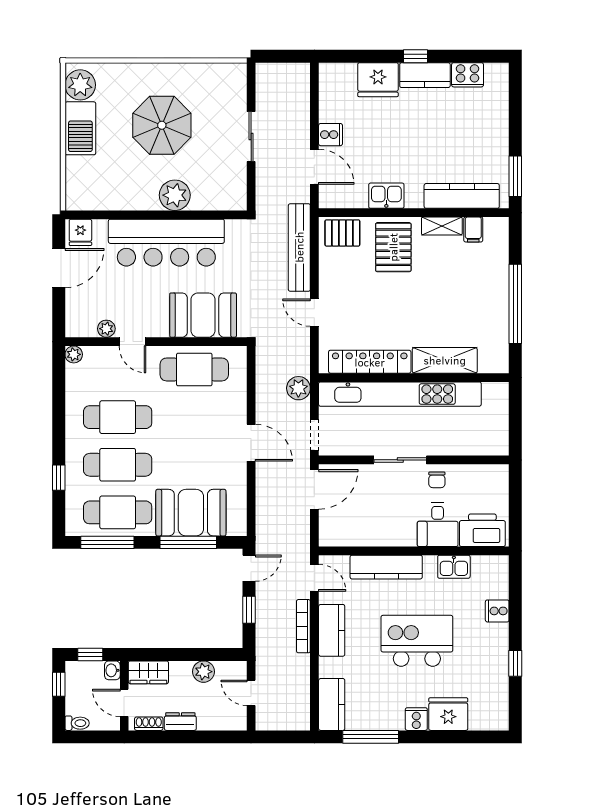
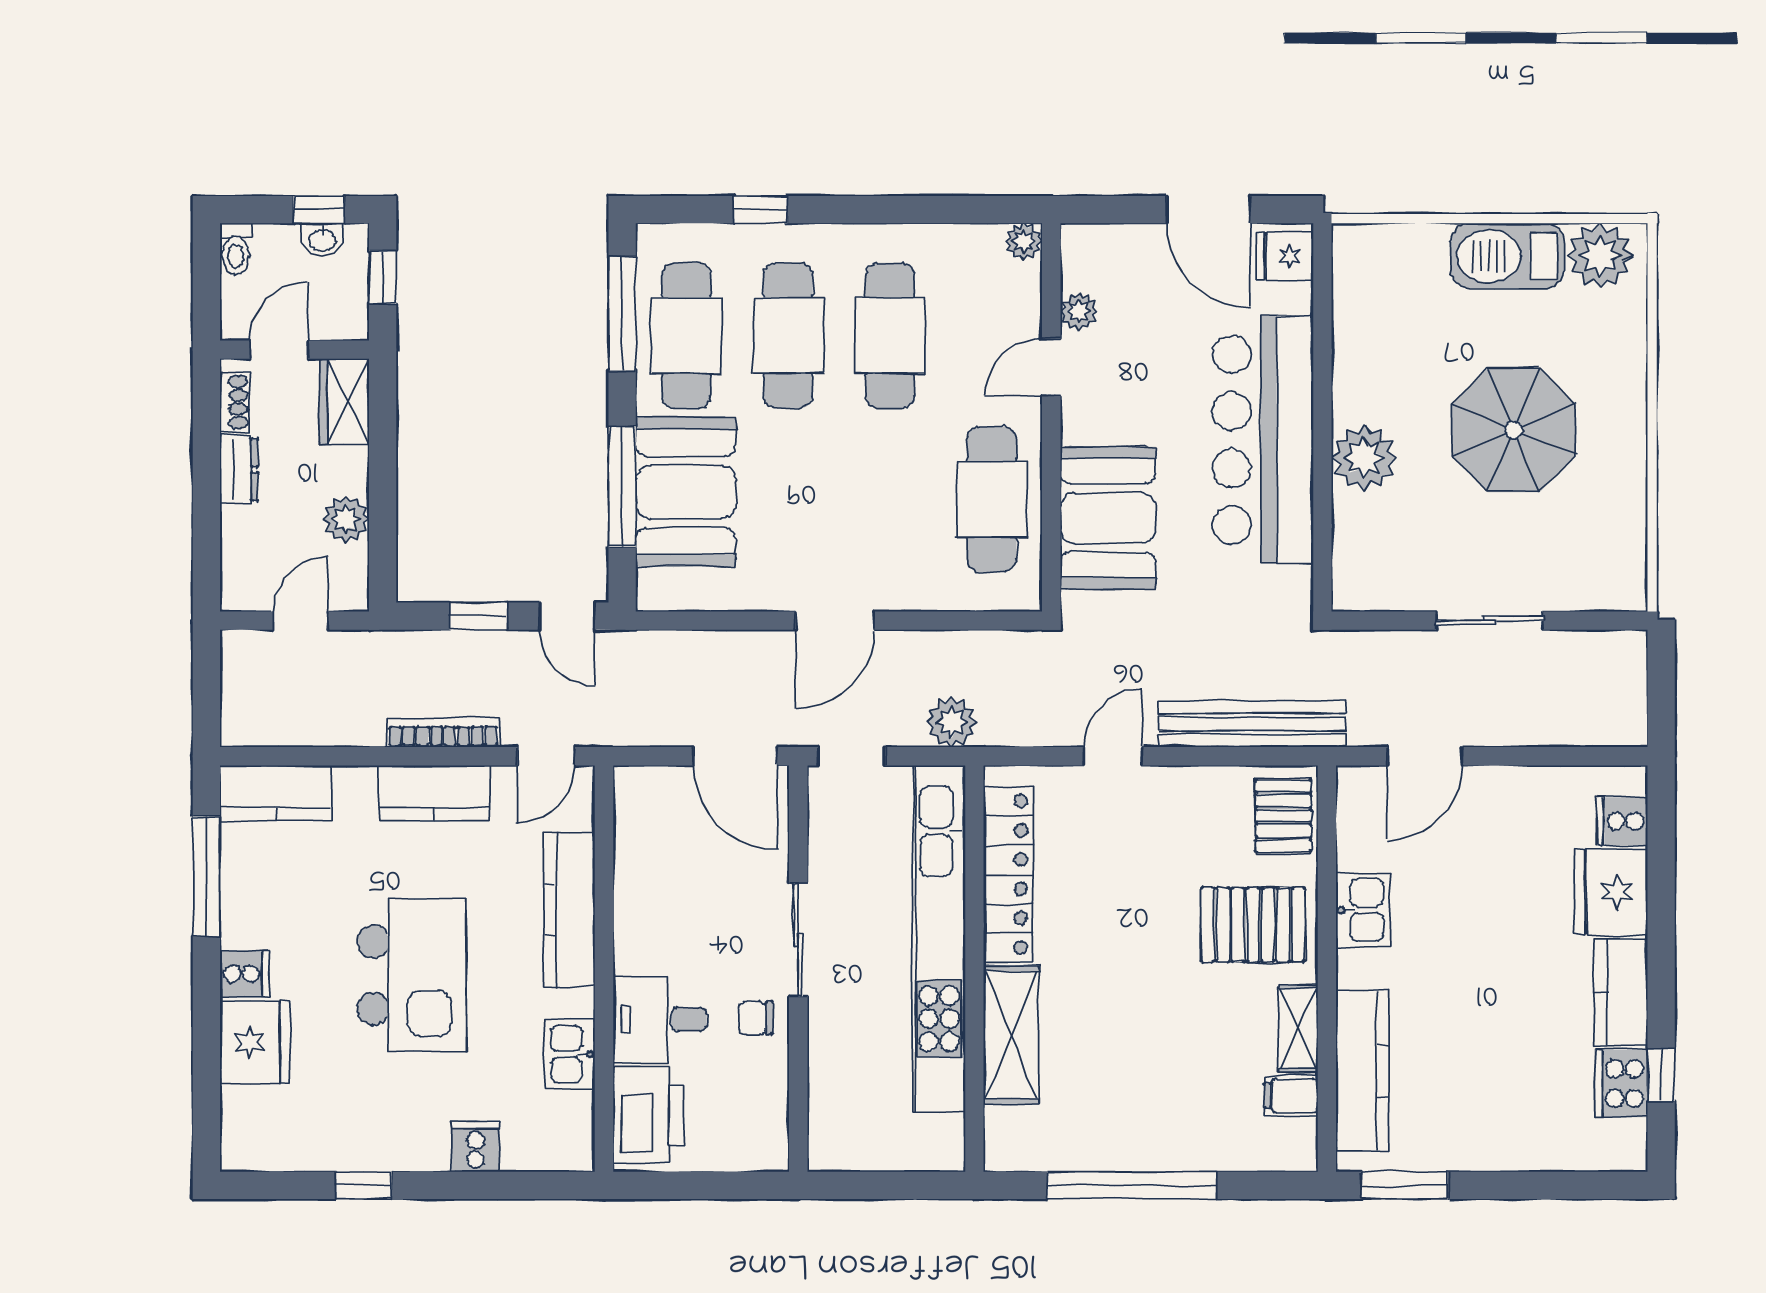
window: (415, 56) -> (1661, 1075), moved
cooker: (331, 135) -> (1622, 821), moved, turned 90
washbasin: (112, 670) -> (322, 240), moved, turned 180

